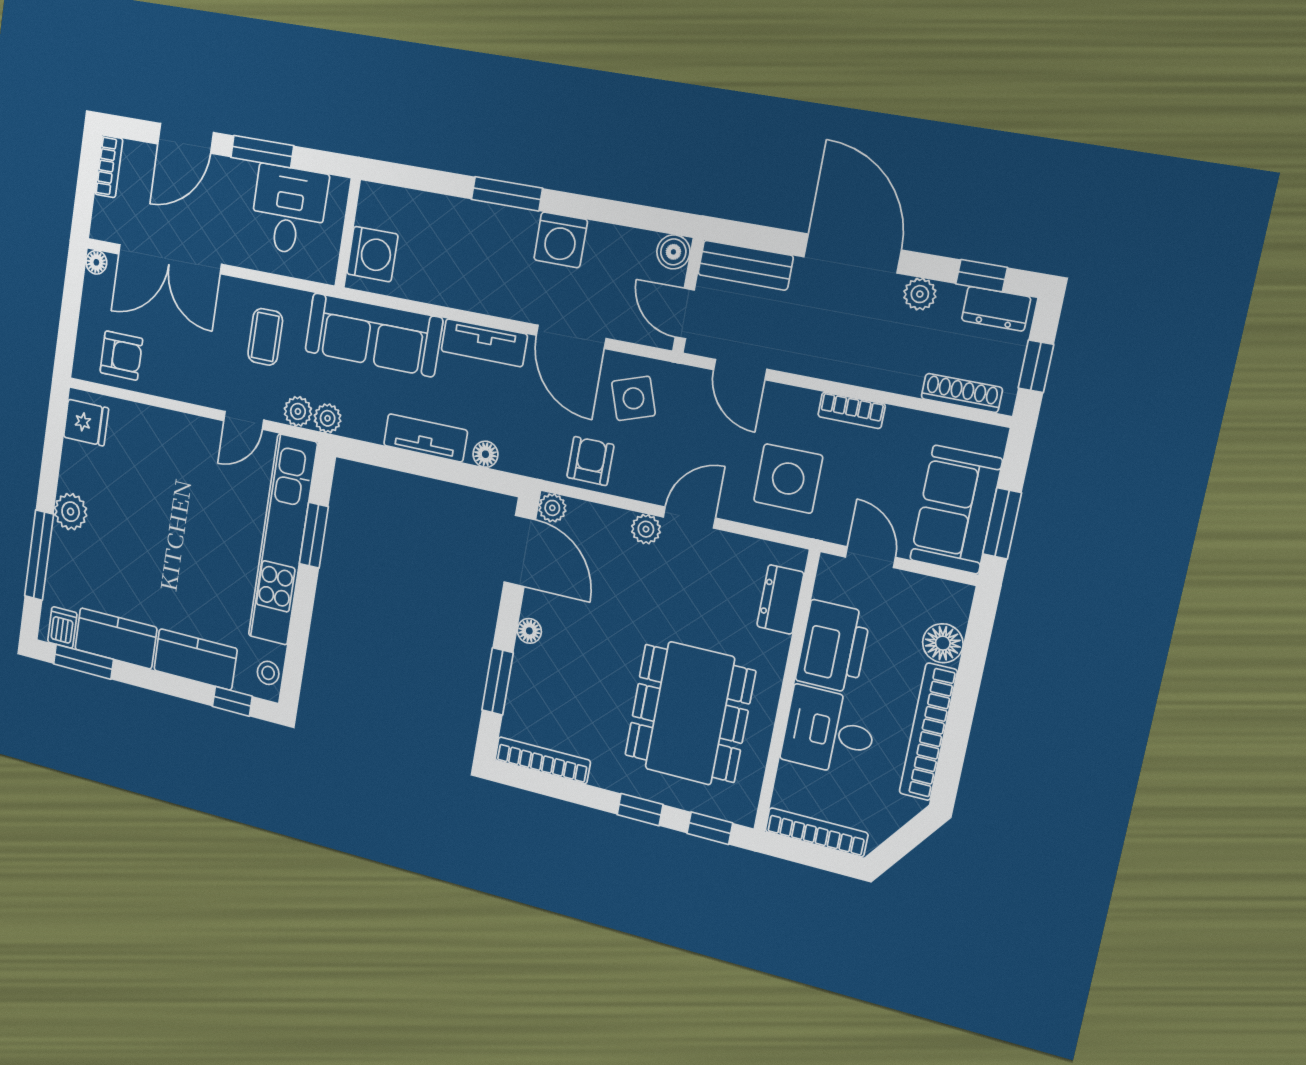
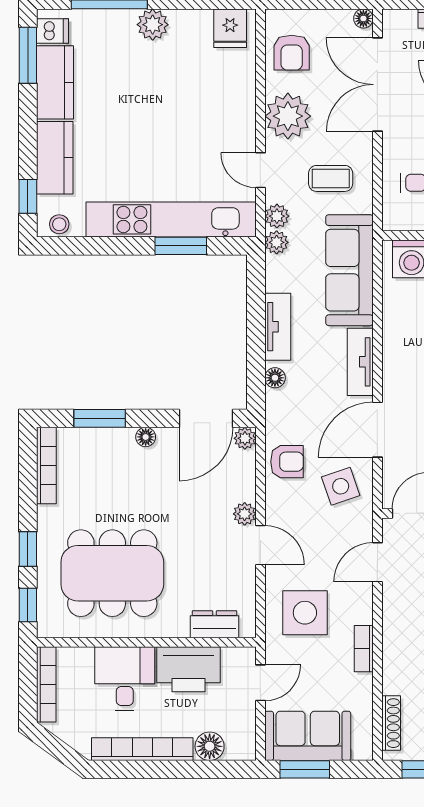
plant: (189, 375) -> (288, 116), added

